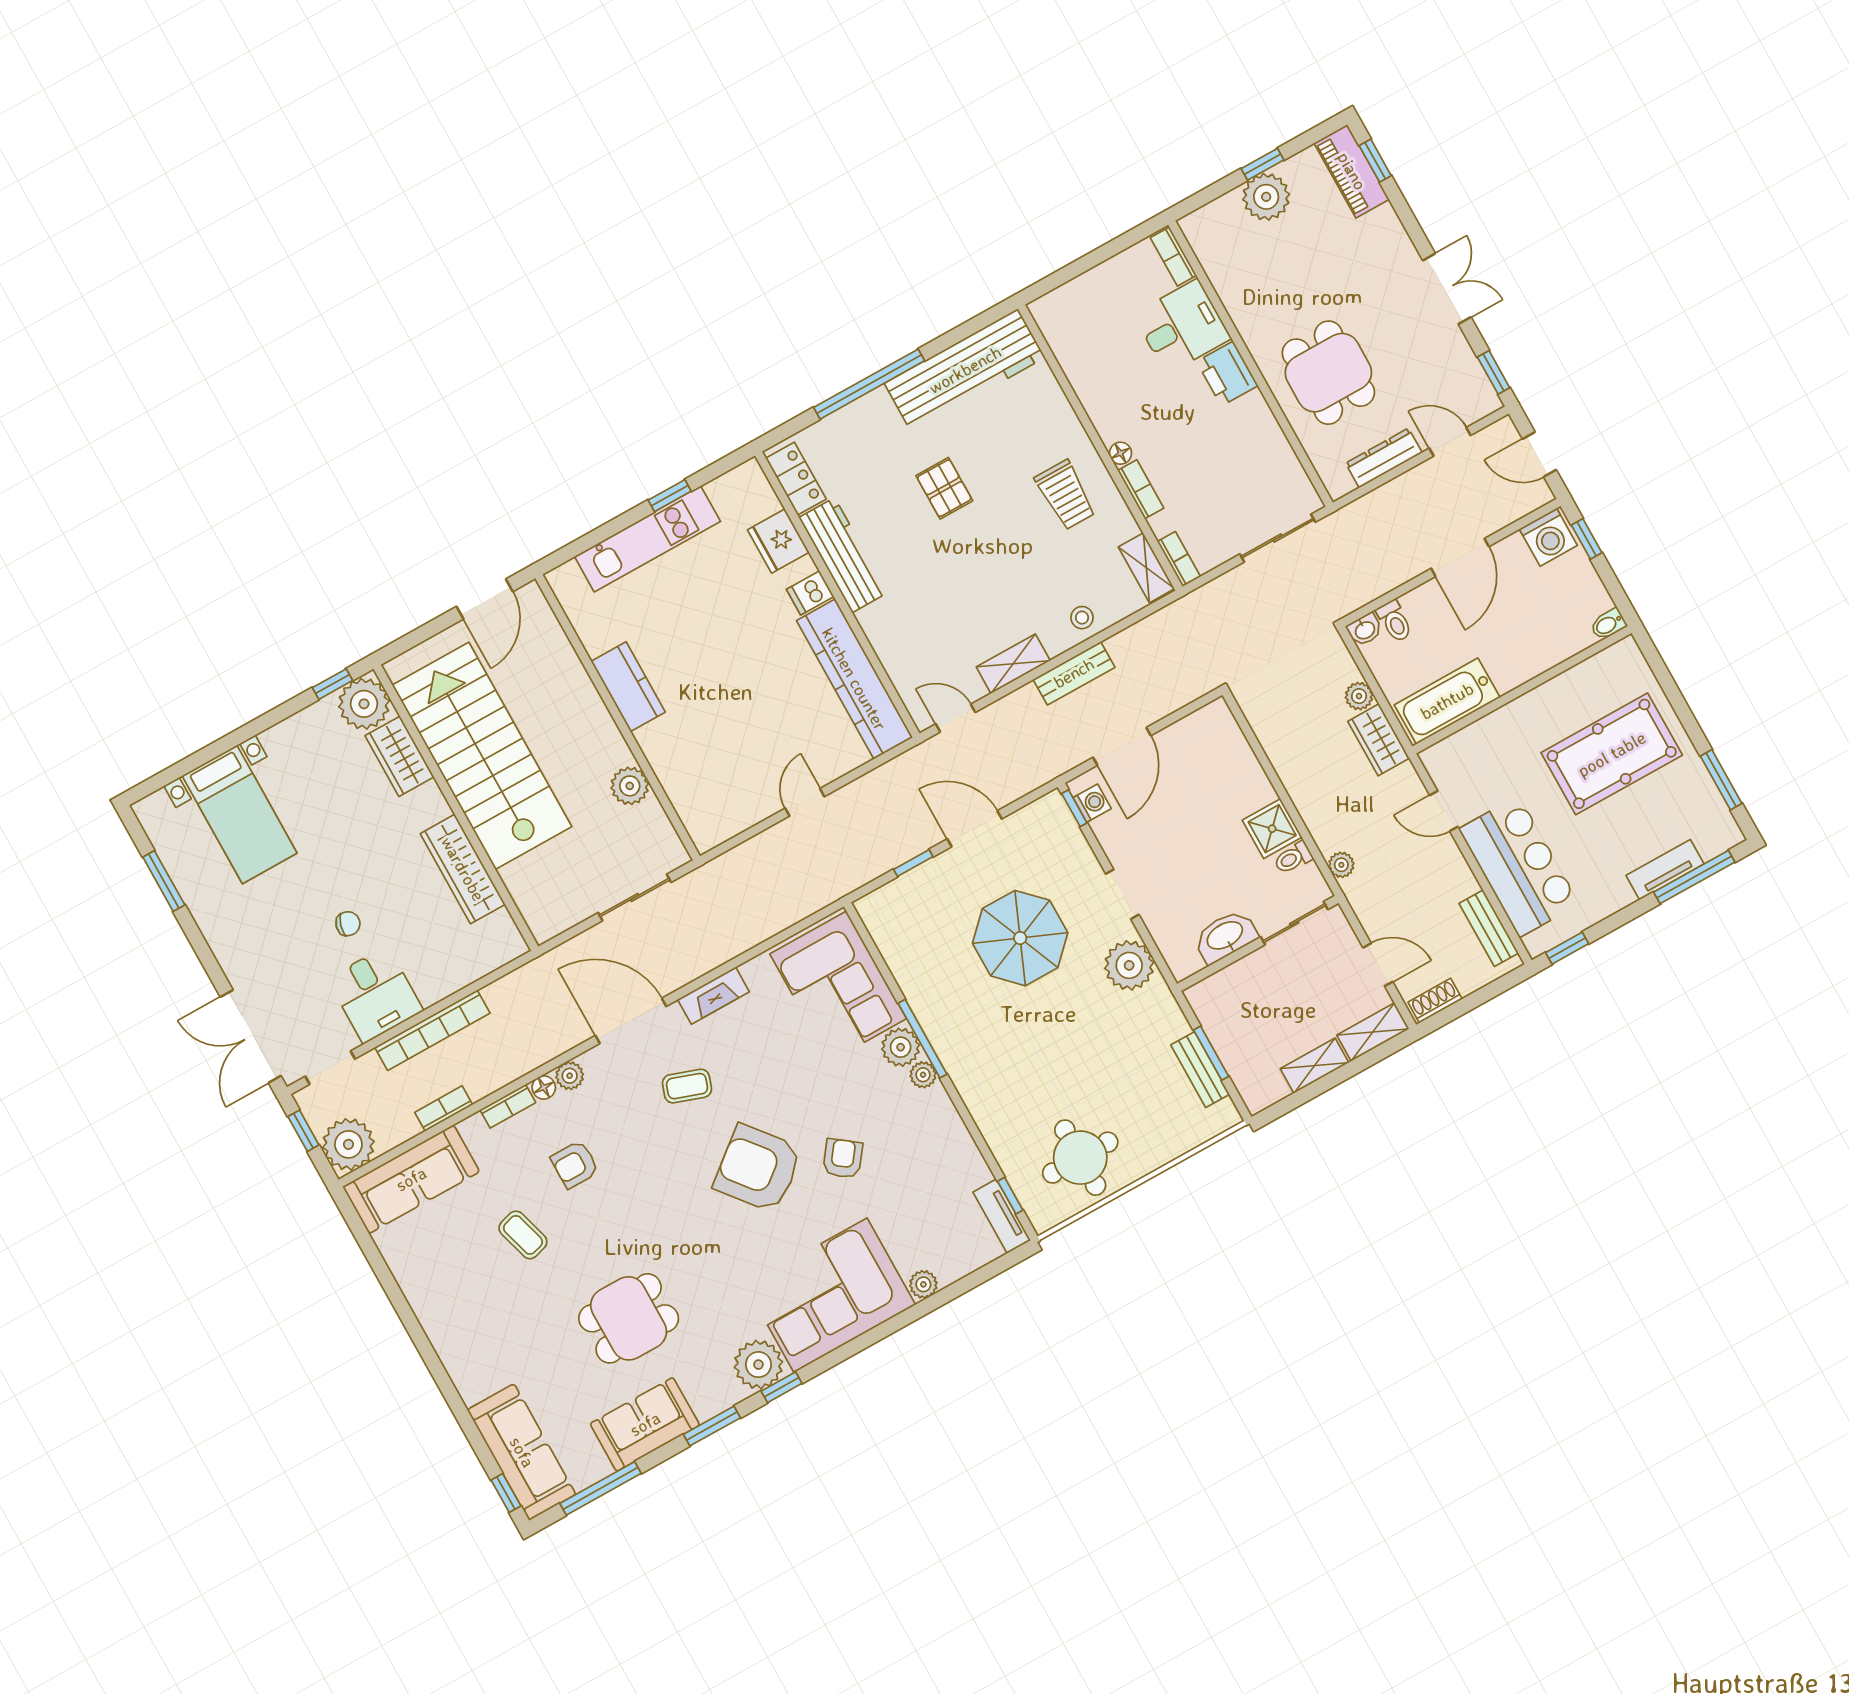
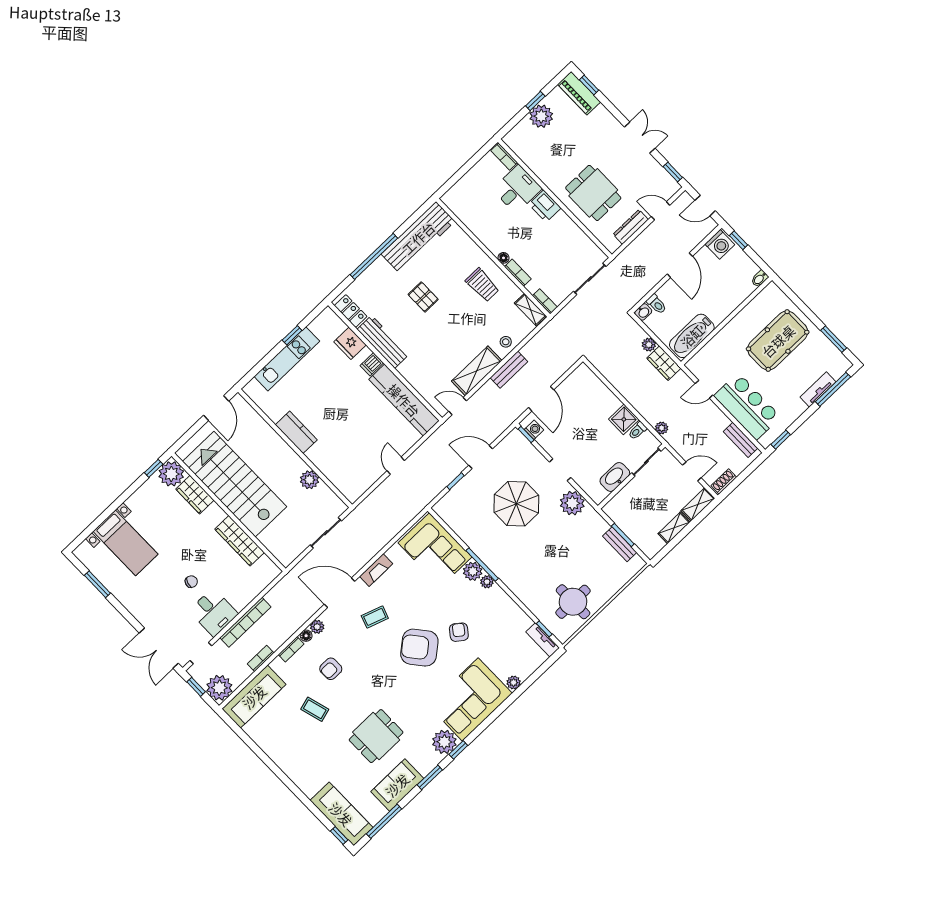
shelving: (1013, 664) -> (477, 371), width x1.50, depth x1.33

